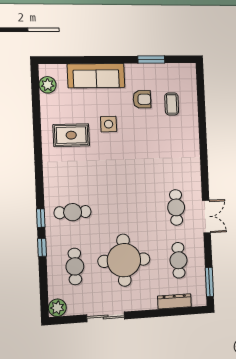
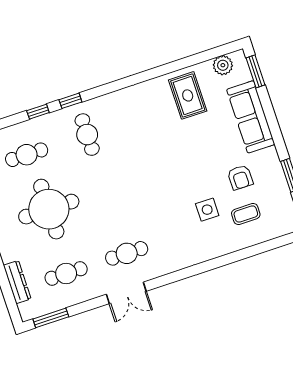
window: (60, 60) -> (256, 71), added
side table: (109, 124) -> (207, 210), moved
rug: (71, 135) -> (188, 95), moved

